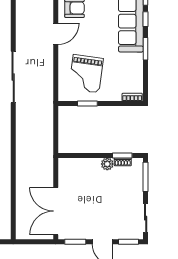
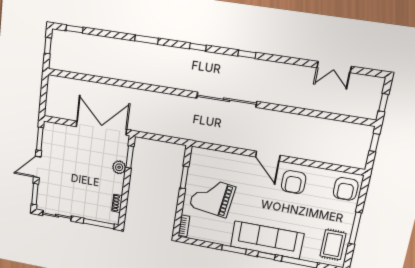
grand piano: (86, 74) -> (212, 197), moved
window: (122, 155) -> (130, 157), moved
plant: (107, 164) -> (119, 167), moved
double door: (56, 211) -> (101, 128), moved

